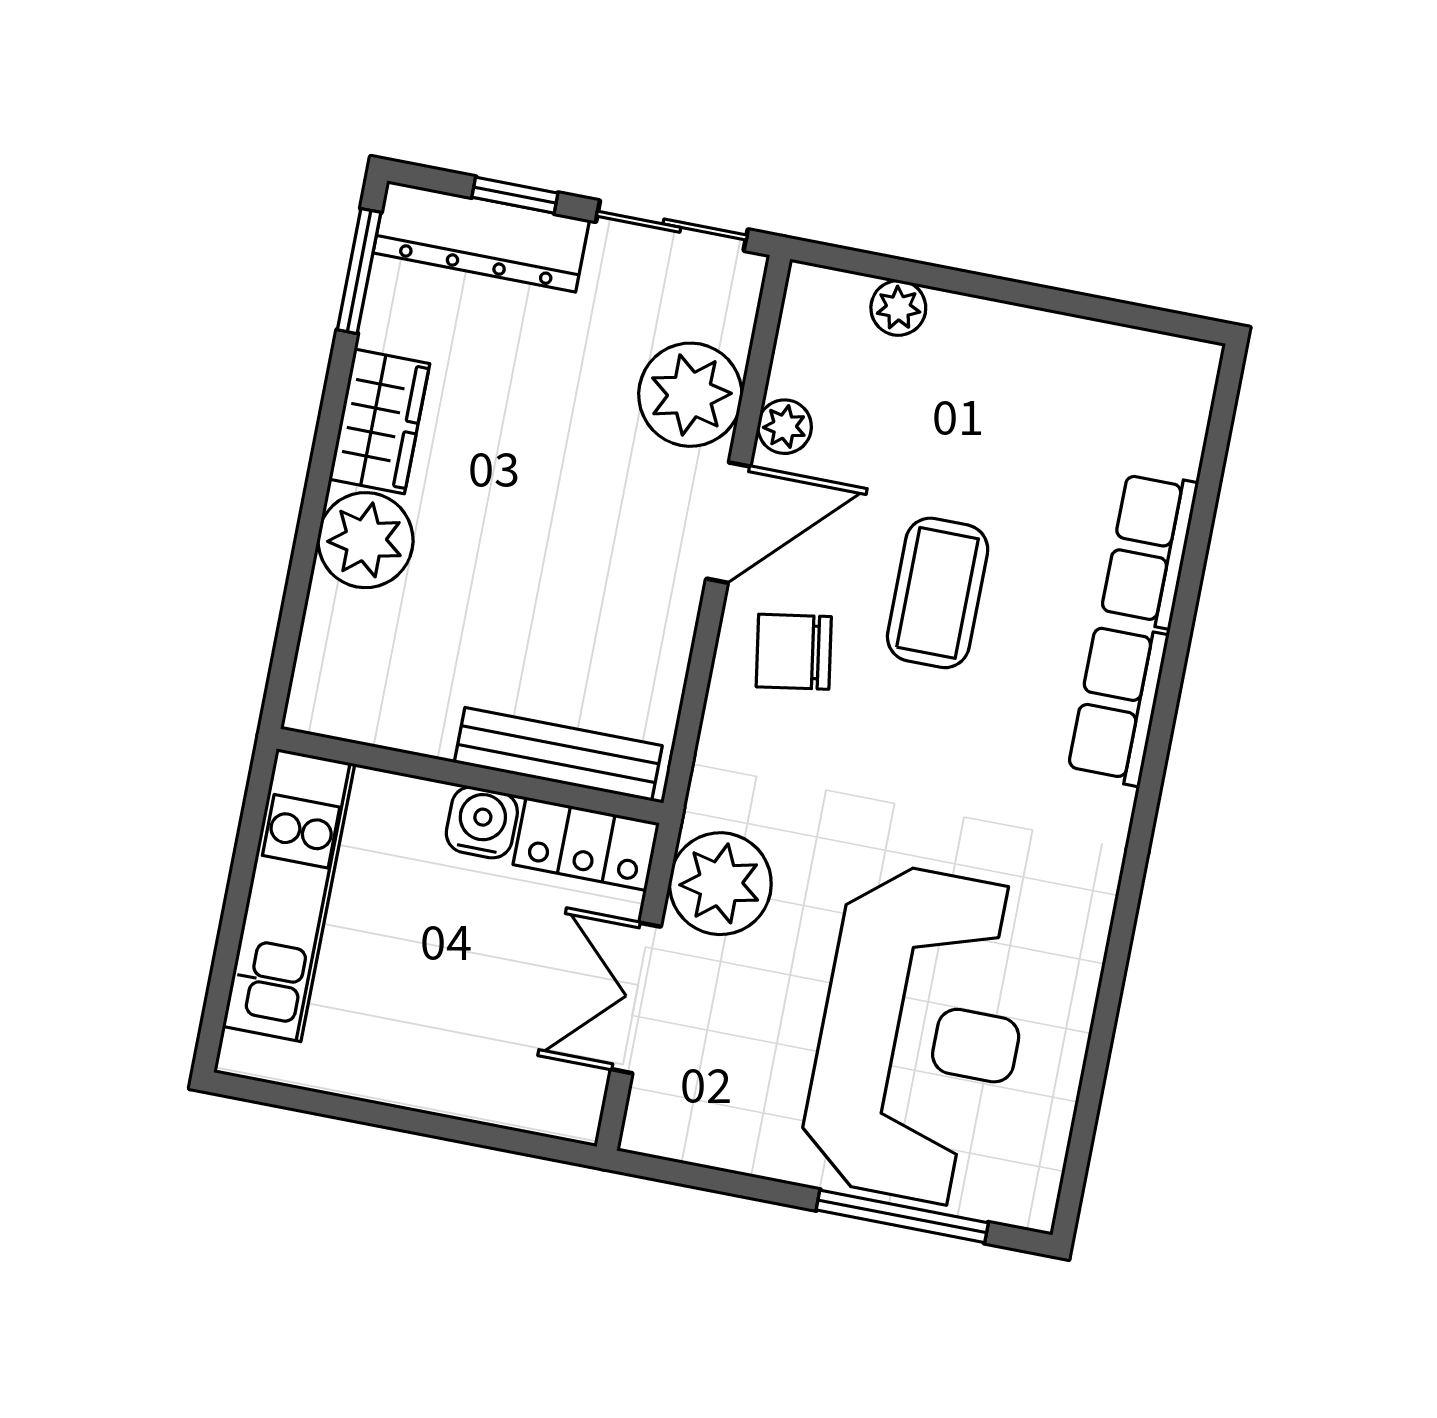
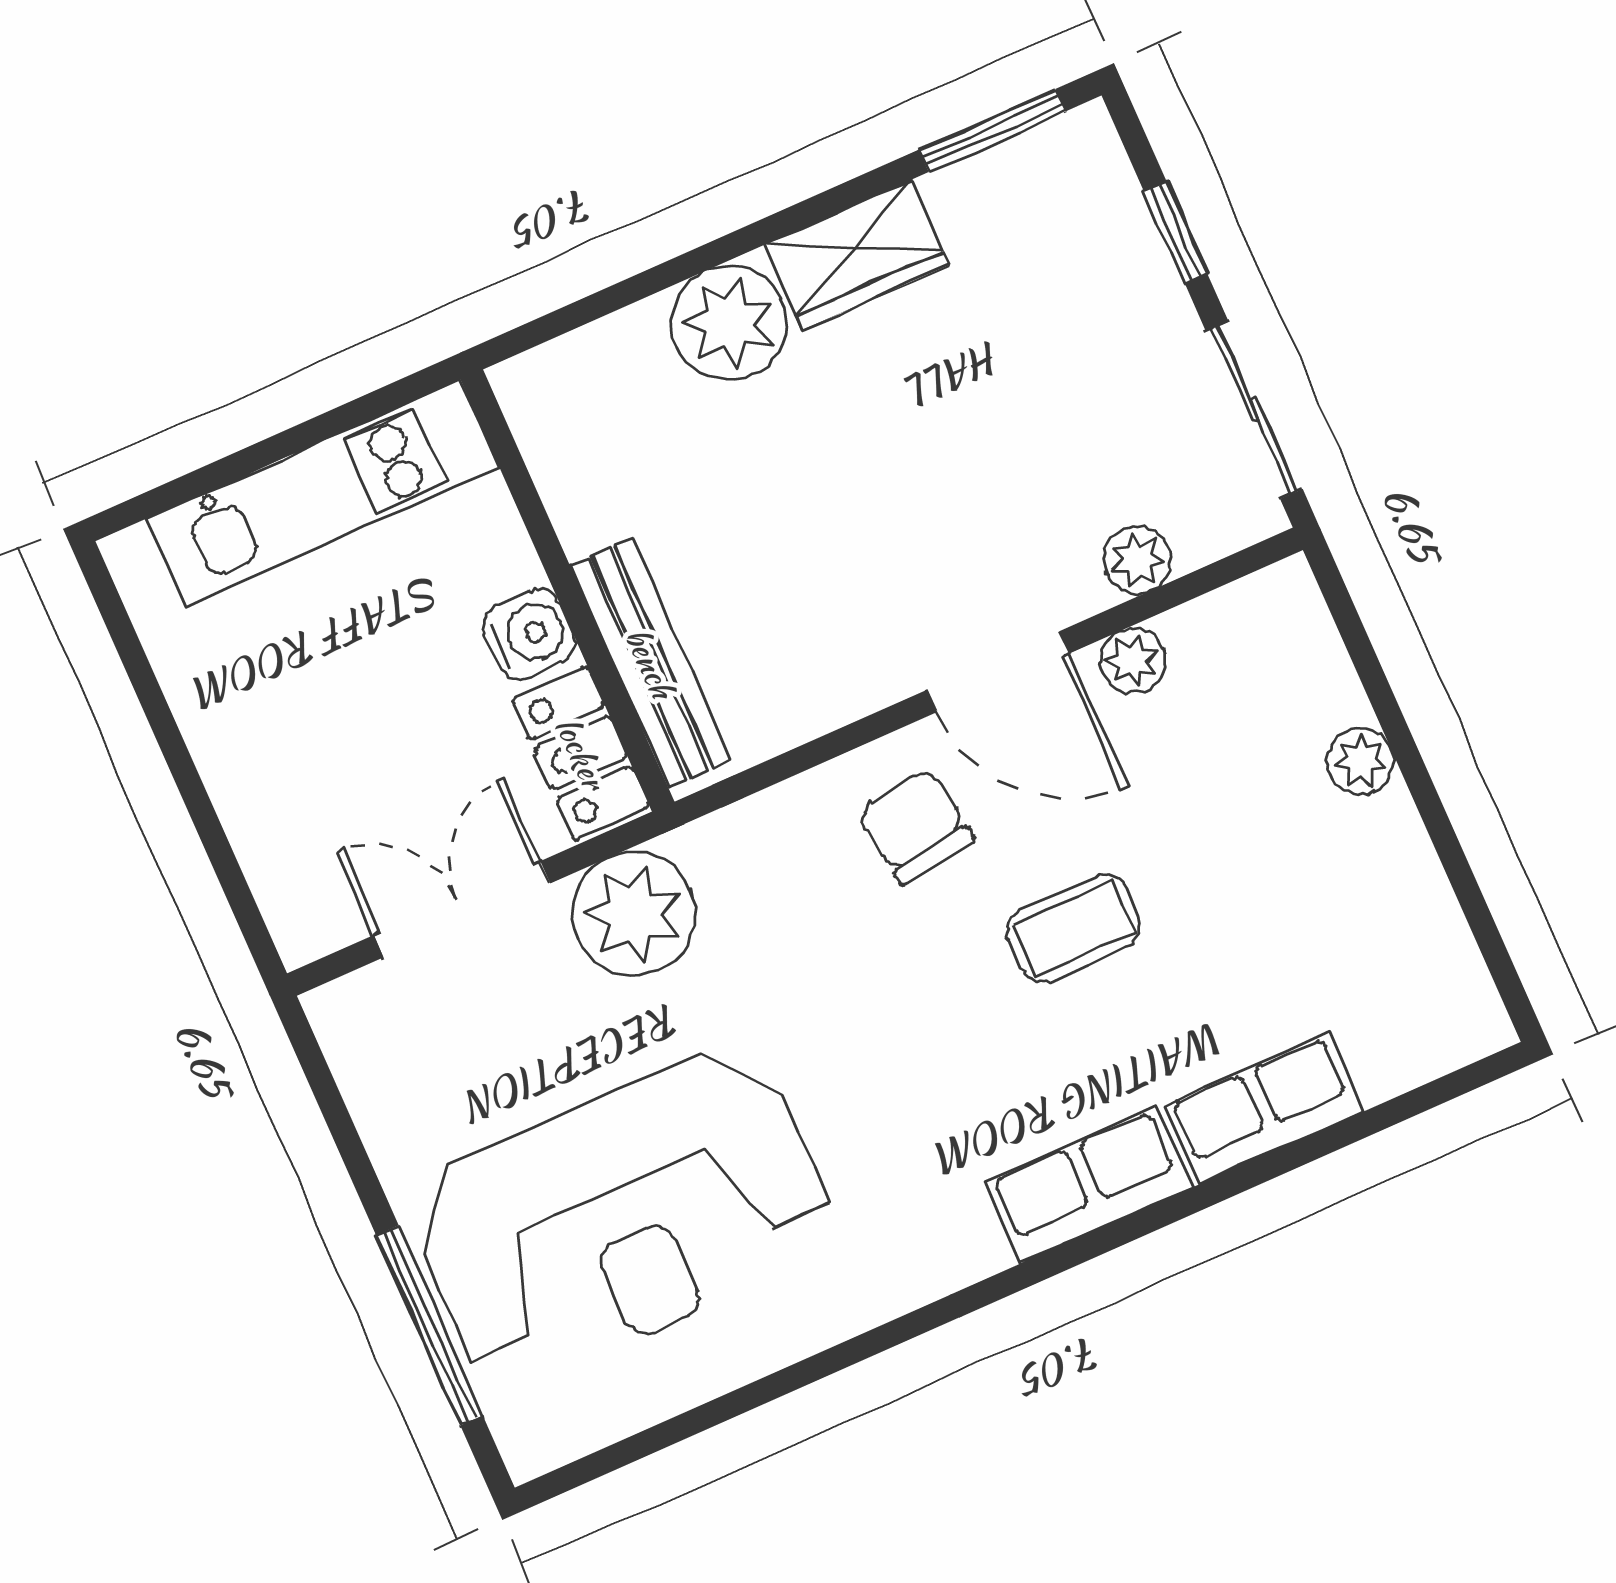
dresser: (481, 236) -> (1111, 228), removed
plant: (898, 308) -> (1360, 761), moved
plant: (690, 395) -> (1137, 560), width x0.53, depth x0.53
coffee table: (938, 593) -> (1073, 928), width x0.73, depth x0.77

